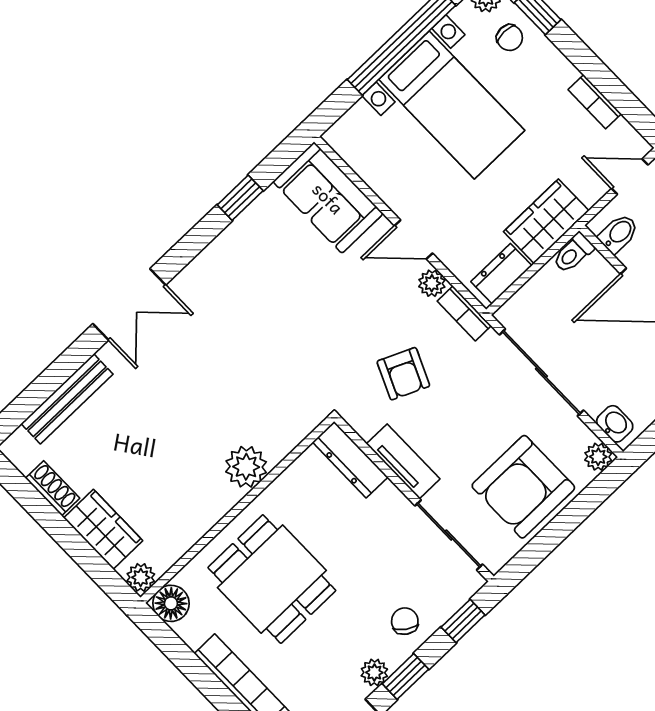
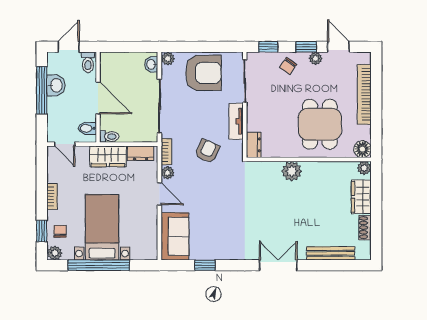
bookcase: (595, 102) -> (52, 196), moved
dresser: (350, 460) -> (254, 145), width x0.70

